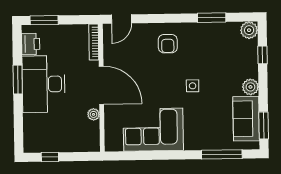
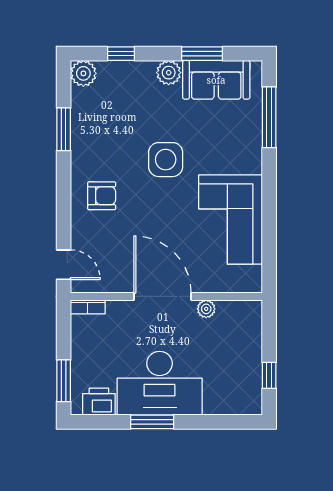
bookcase: (94, 42) -> (88, 307), width x0.64
door: (101, 85) -> (163, 296), hinge flipped
side table: (193, 86) -> (166, 160), width x1.87, depth x1.87
window: (264, 125) -> (202, 54), moved

